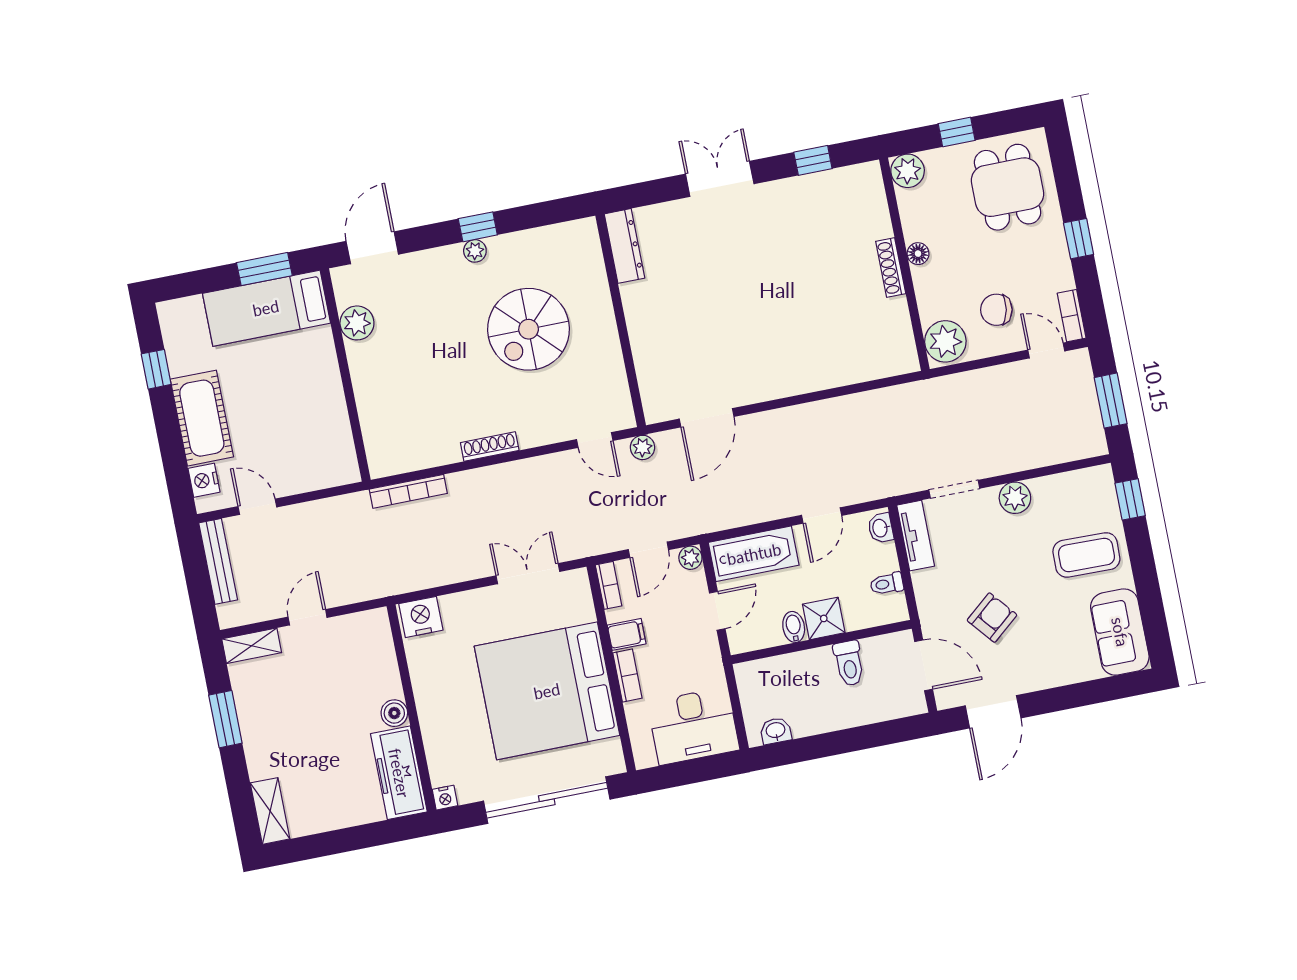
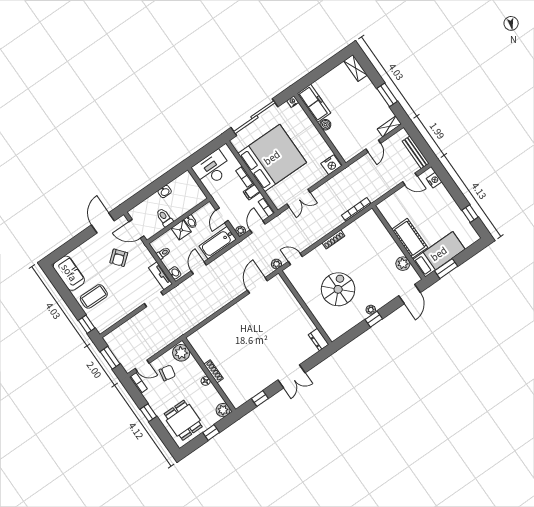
dresser: (625, 246) -> (318, 340), width x0.70
cot: (202, 418) -> (410, 238), moved
plant: (1015, 498) -> (130, 306), removed
washbasin: (776, 731) -> (165, 192), moved

